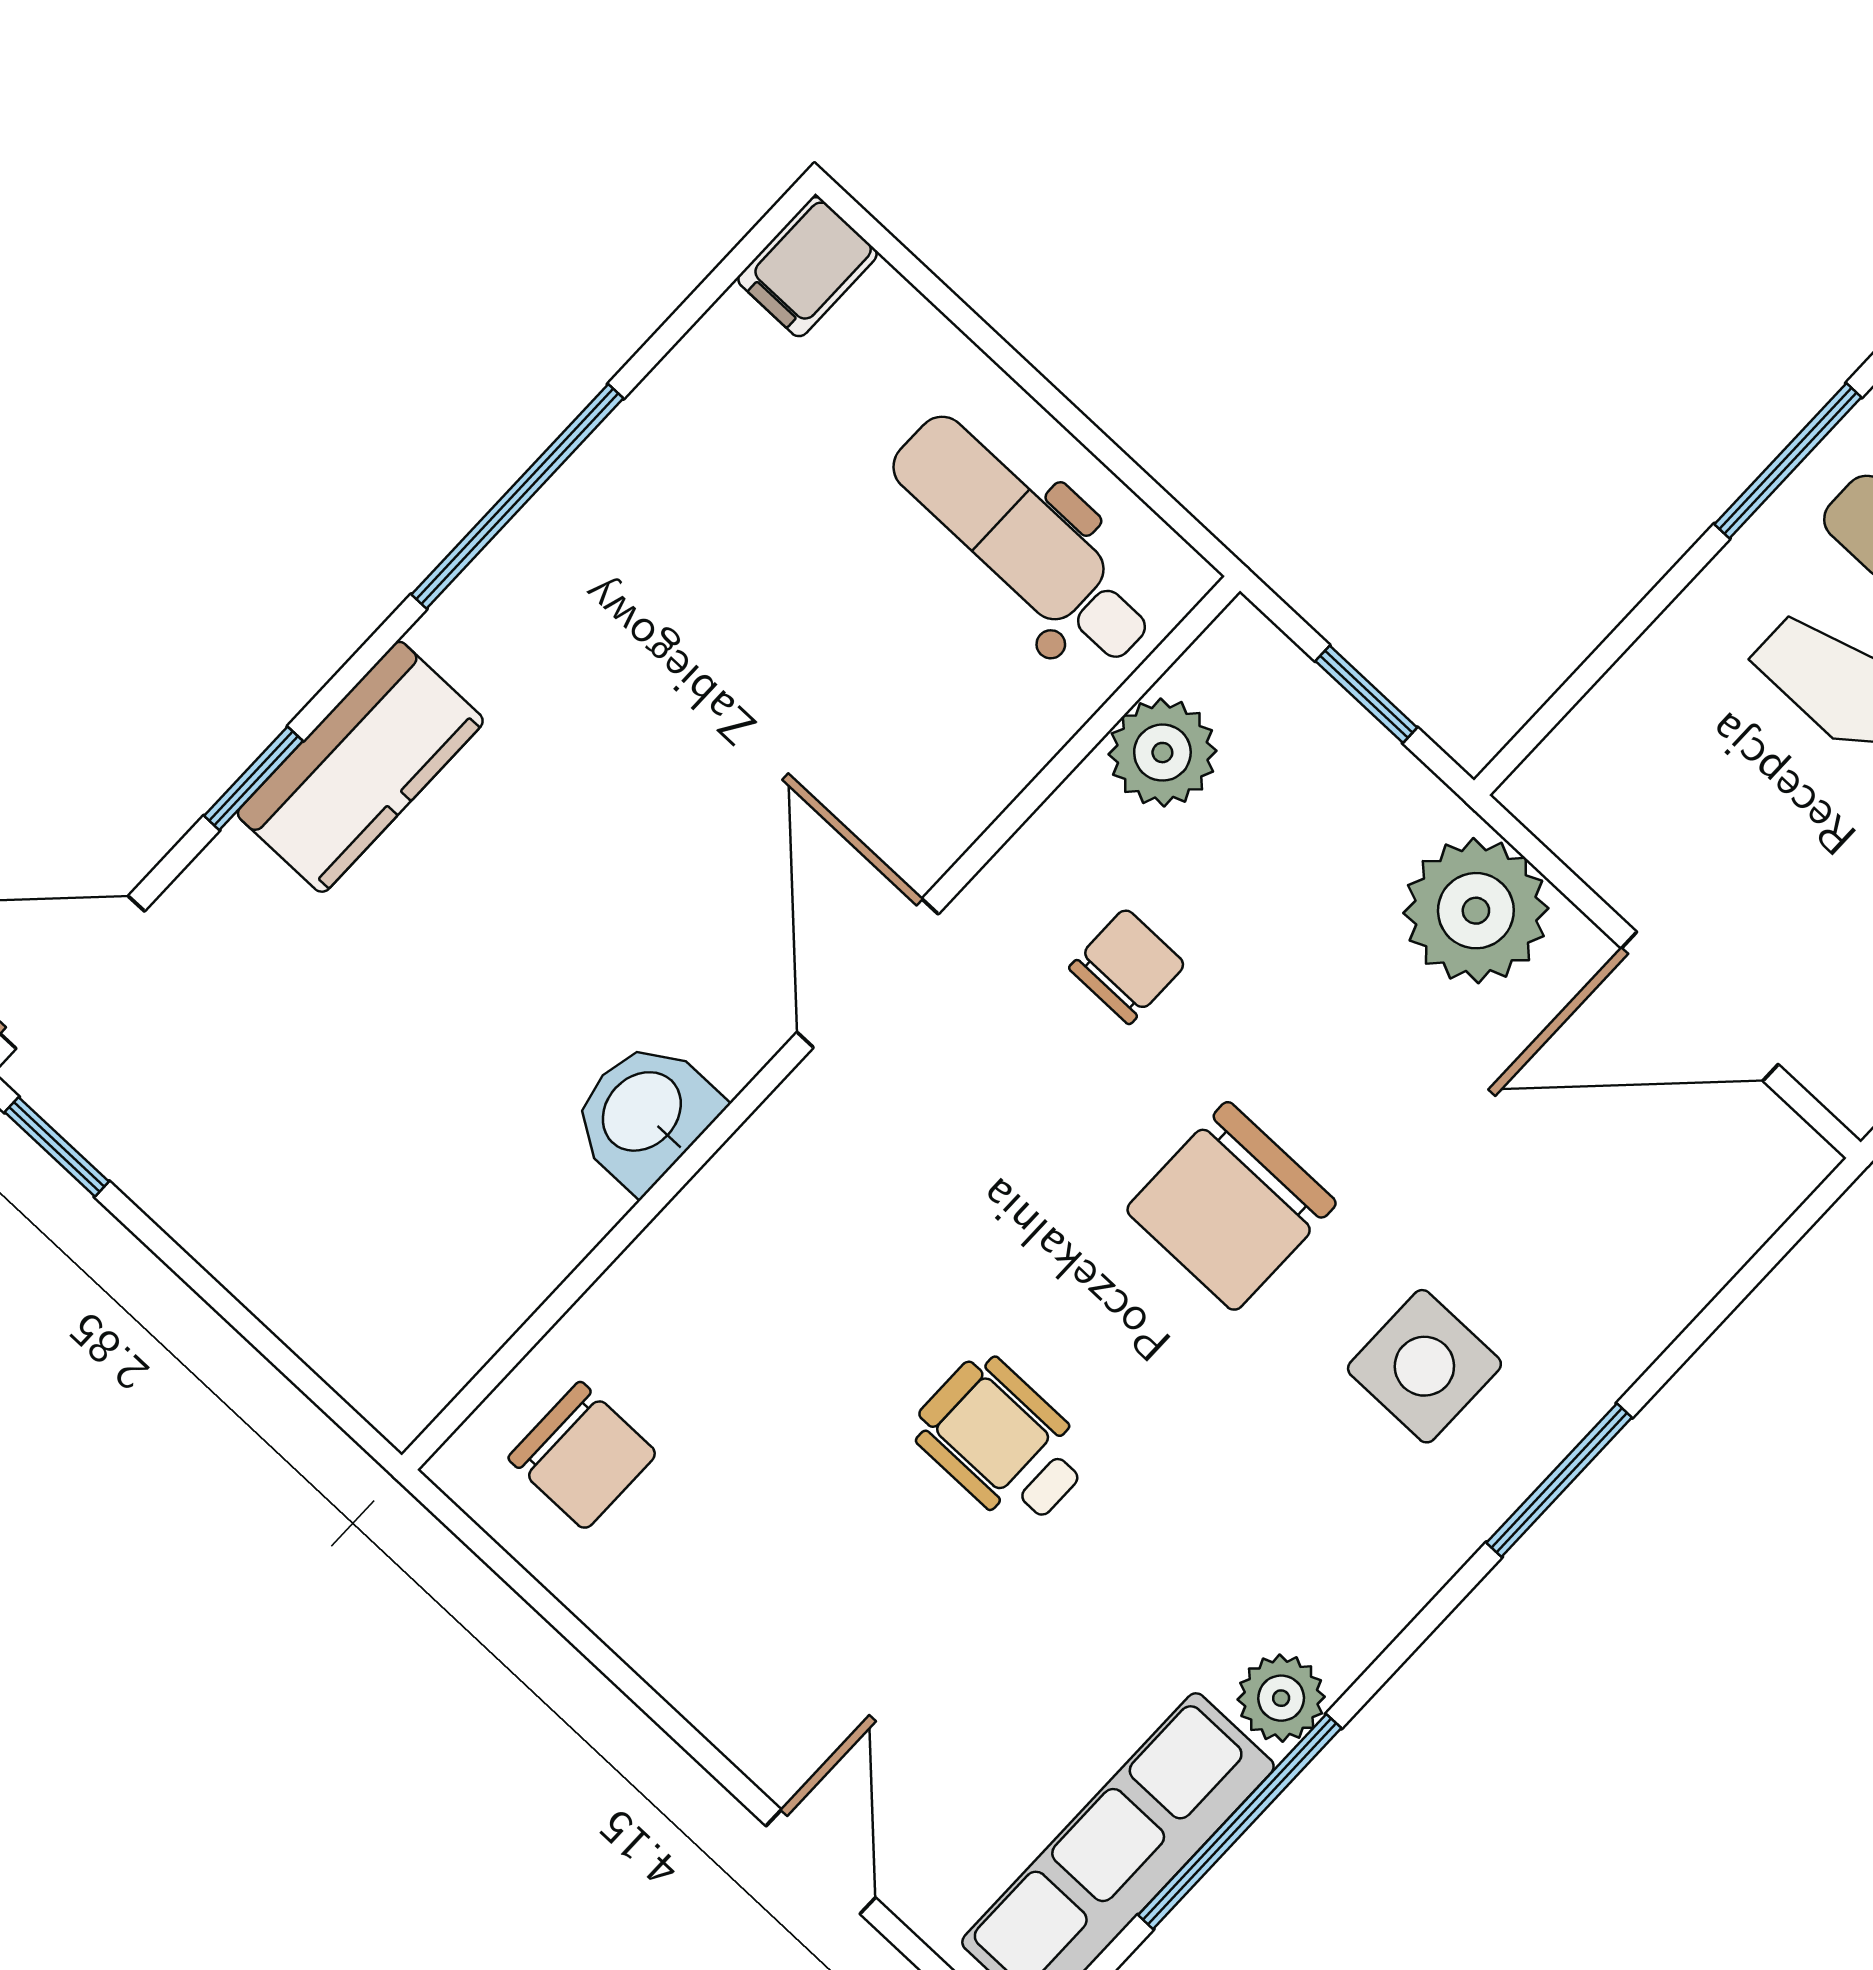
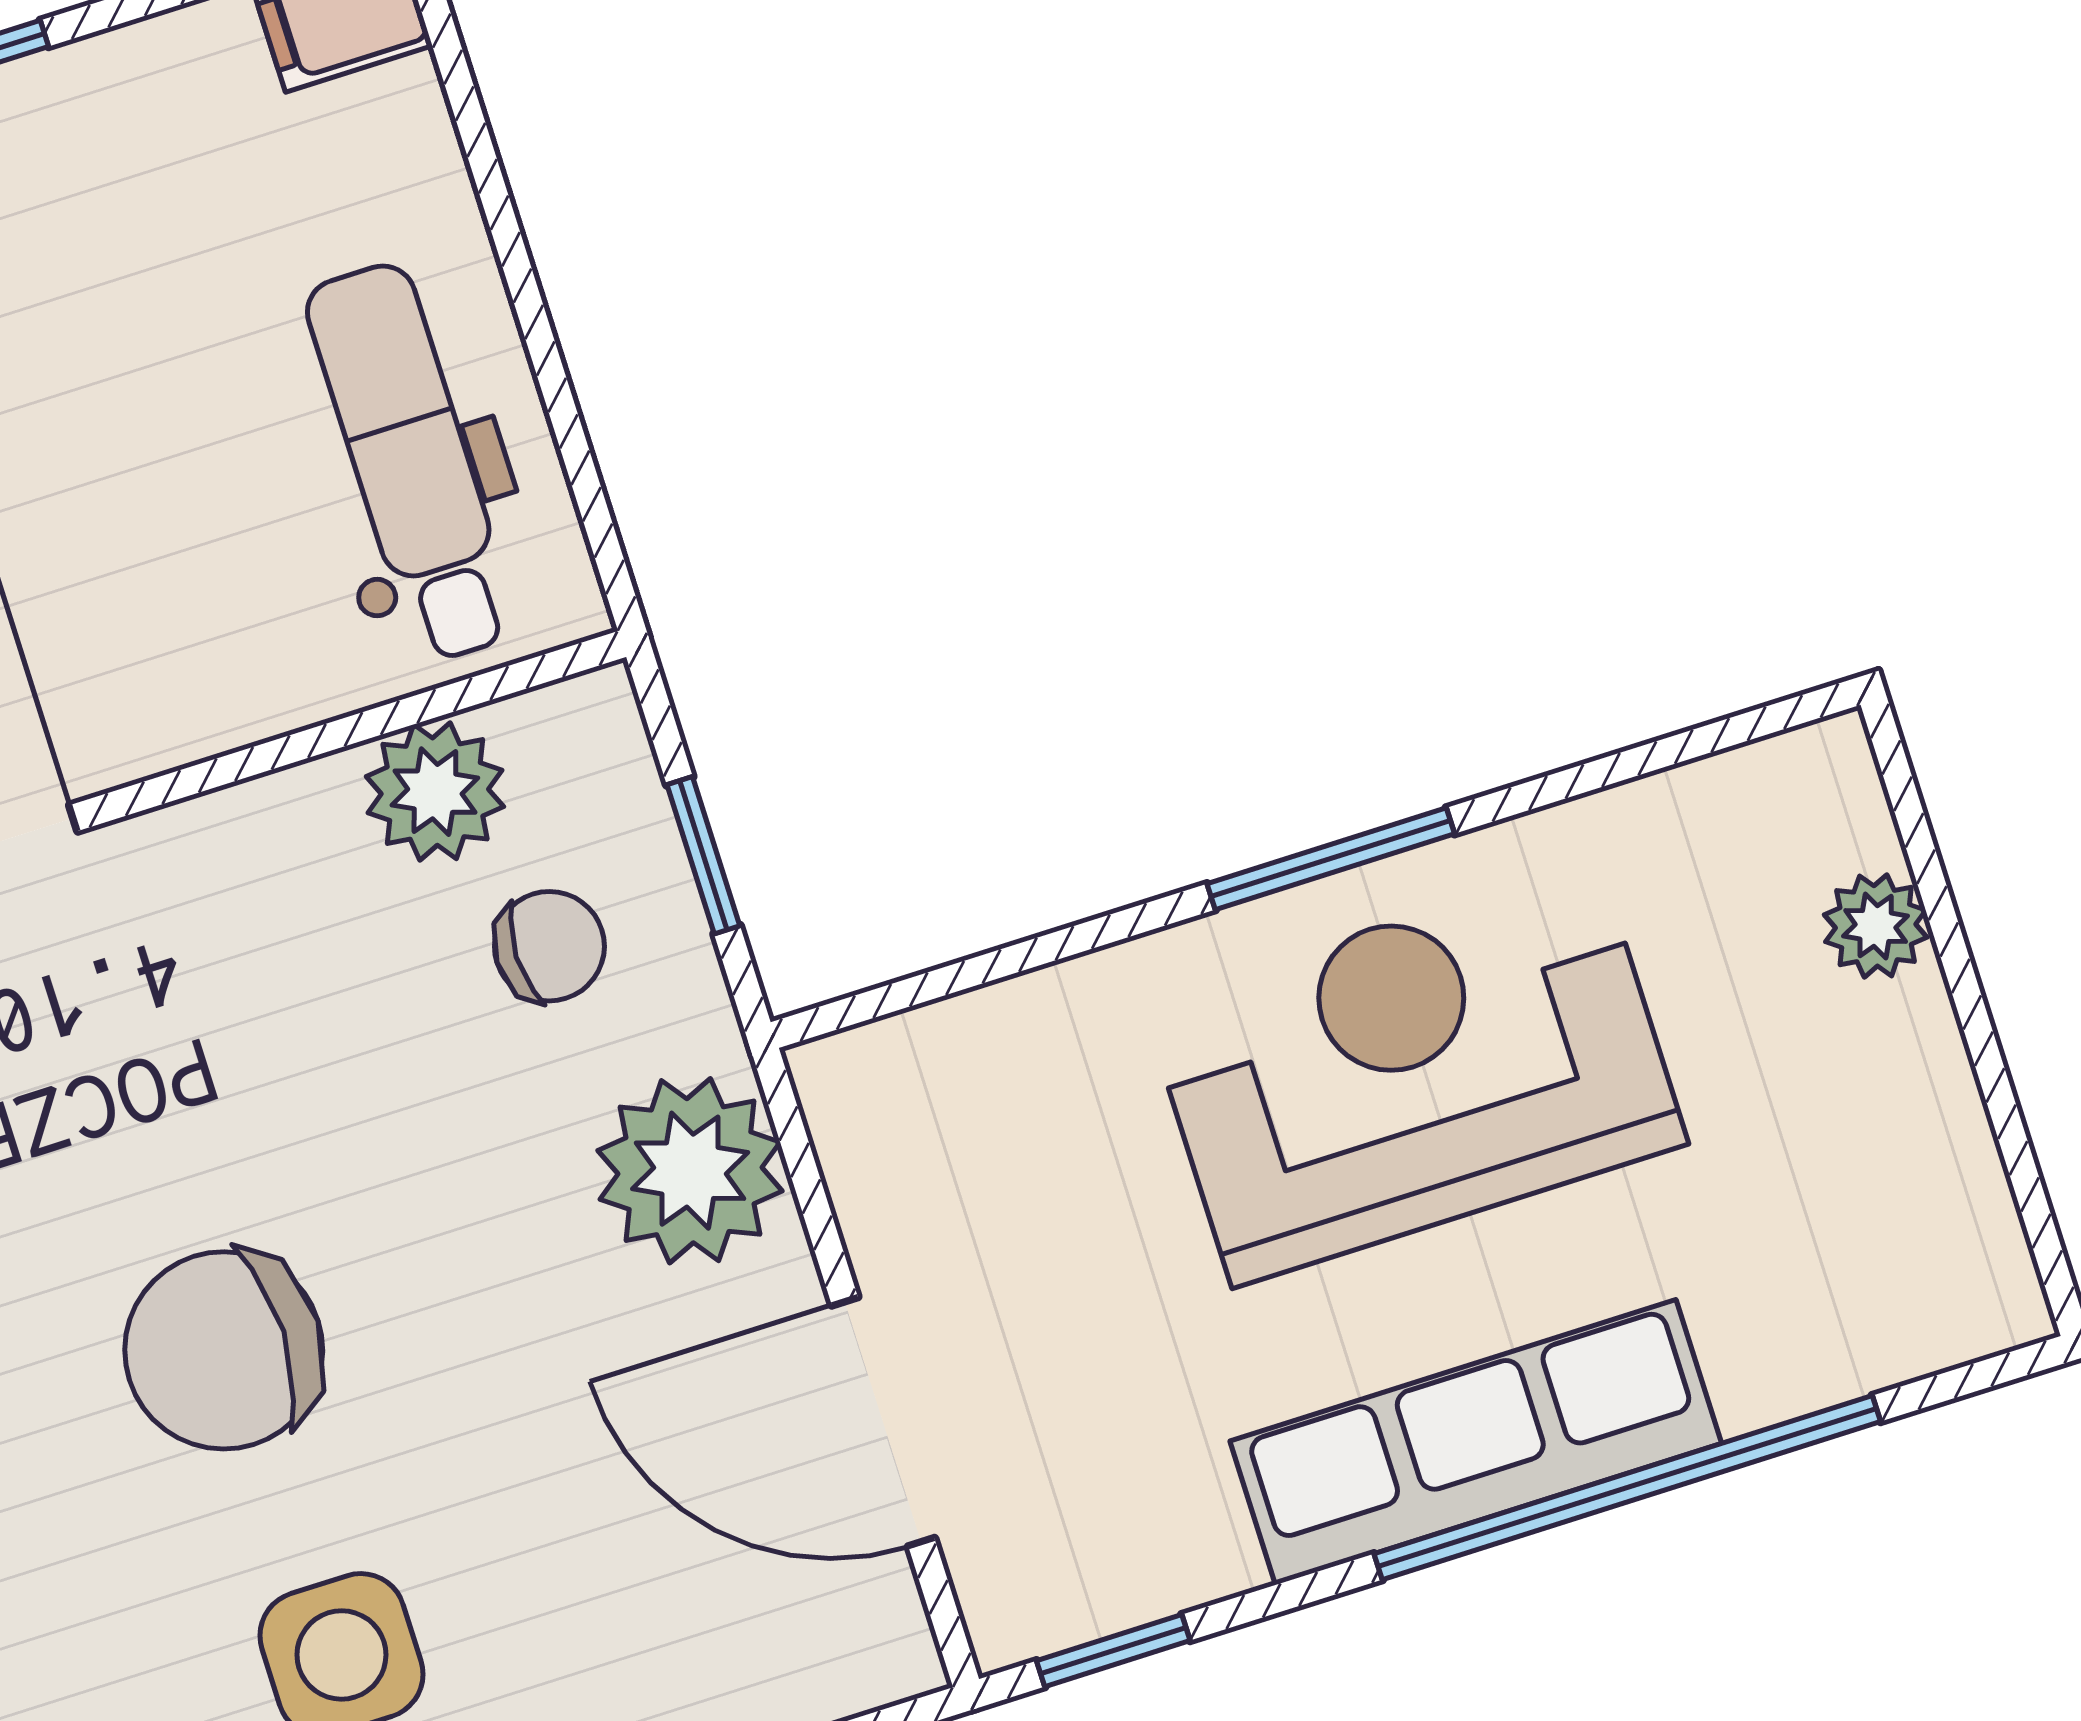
chair: (1127, 966) -> (549, 946), moved

